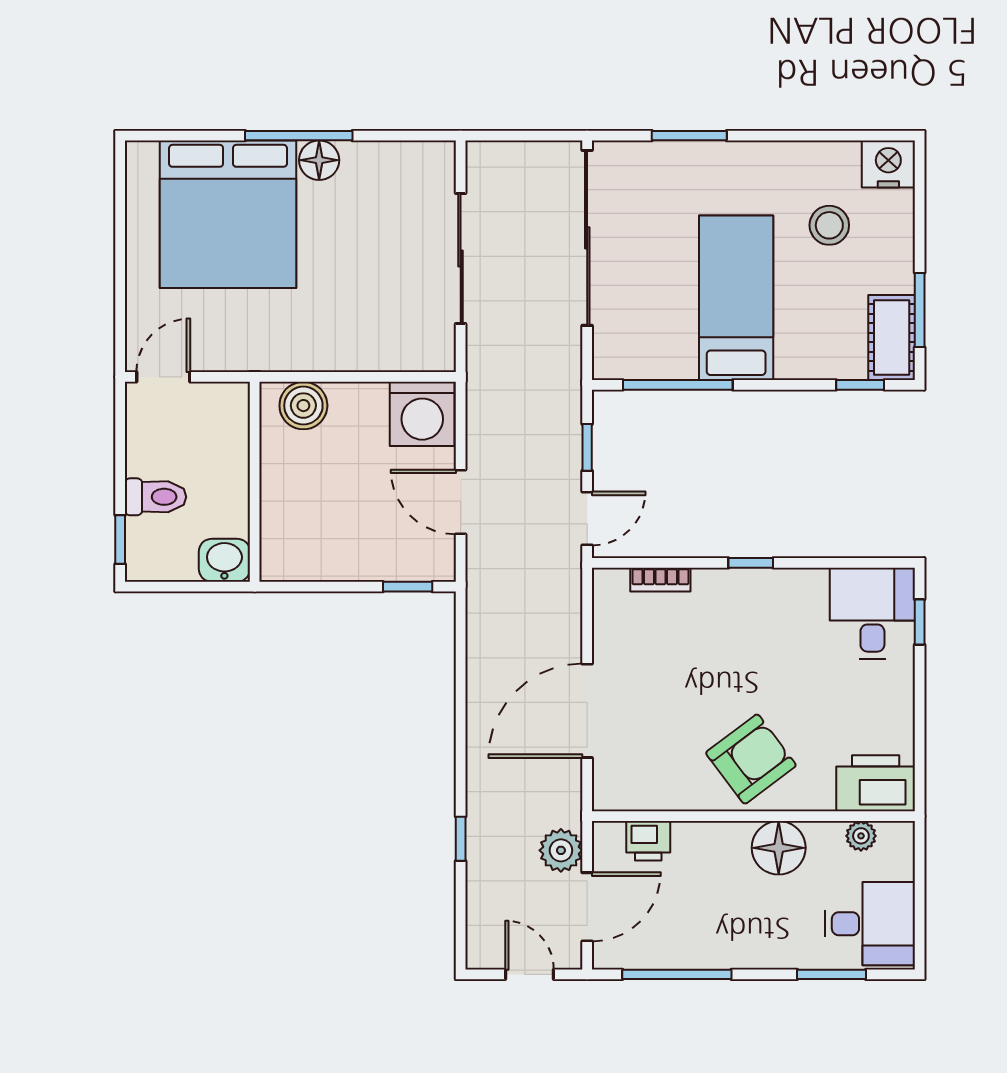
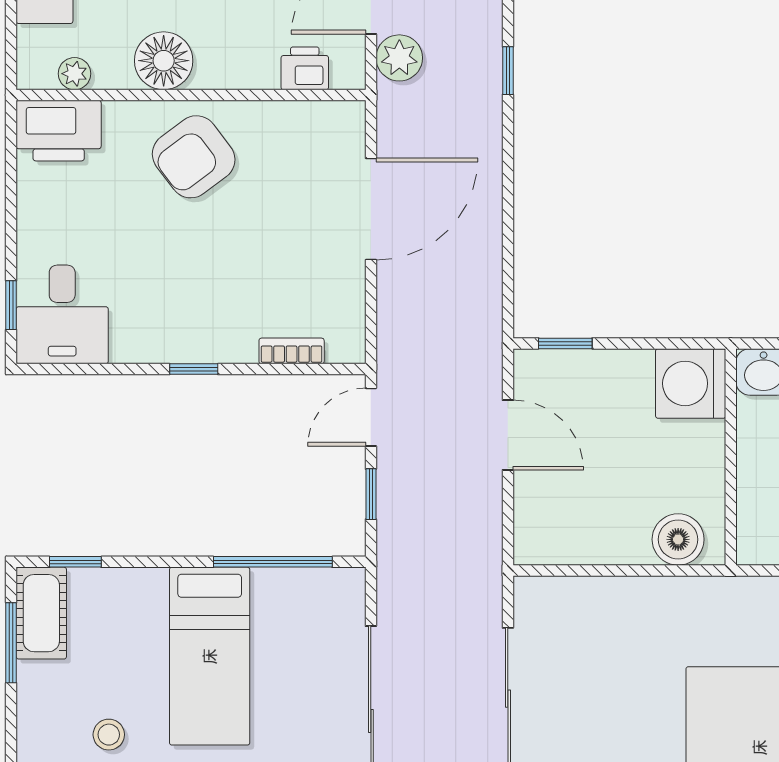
stool: (829, 225) -> (109, 735), width x0.73, depth x0.73
washing machine: (422, 414) -> (691, 383), moved, turned -90

